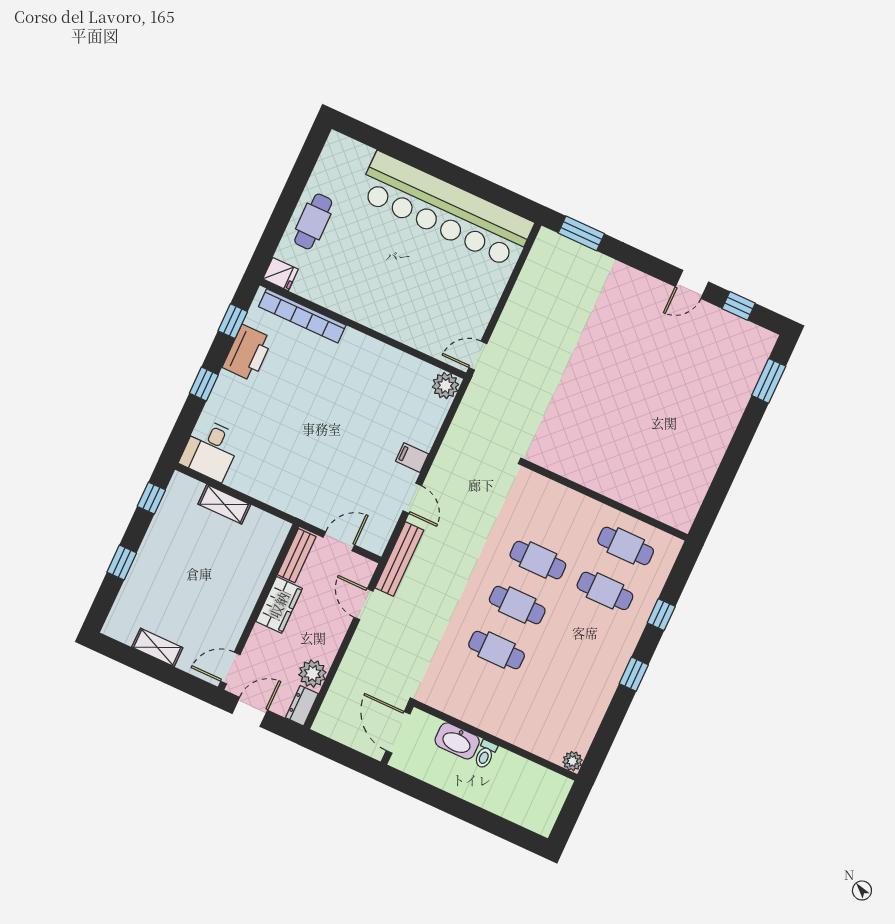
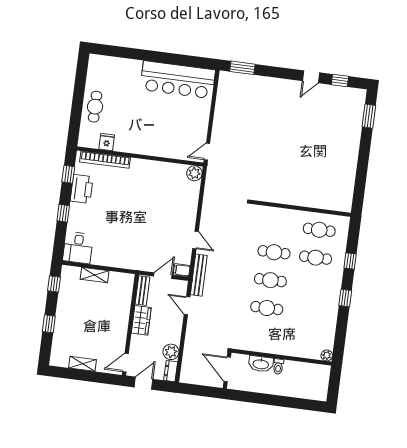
bar counter: (445, 210) -> (178, 80), width x0.73
fridge: (280, 274) -> (107, 142), moved, turned -90
filing cabinet: (412, 458) -> (182, 270), moved

